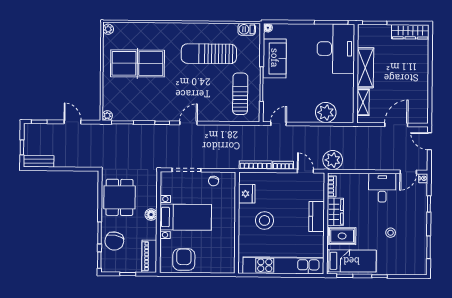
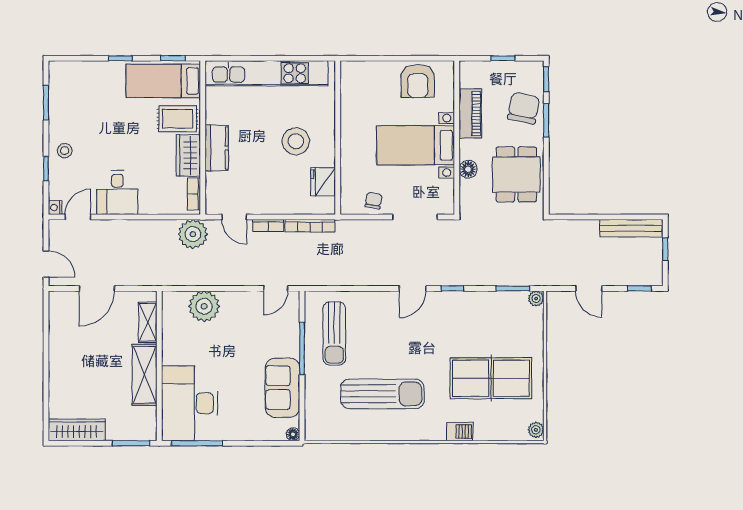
barbecue: (247, 29) -> (460, 432), moved
bench: (39, 161) -> (631, 228), width x1.36
floor lamp: (151, 215) -> (468, 169), moved
stool: (391, 233) -> (65, 151), moved
piano: (149, 256) -> (470, 113), moved

